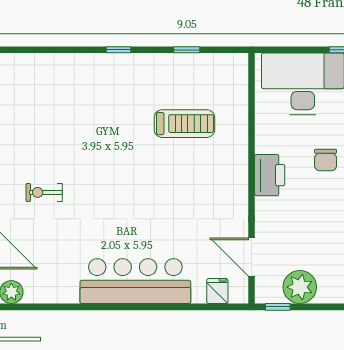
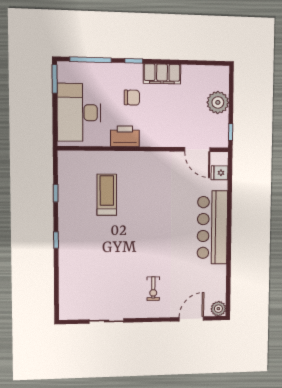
printer: (270, 175) -> (125, 136), moved
door: (252, 257) -> (197, 149), hinge flipped
plant: (300, 287) -> (218, 102), moved

